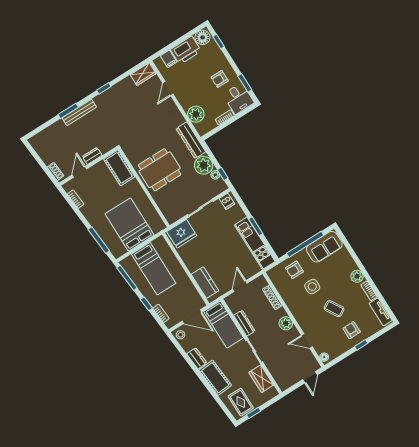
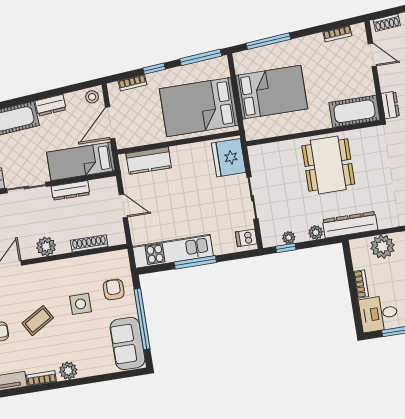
dresser: (92, 156) -> (390, 105), moved
plant: (204, 165) -> (316, 233), width x0.53, depth x0.53
window: (256, 226) -> (195, 262), width x1.44
bed: (154, 269) -> (199, 107), width x1.50

